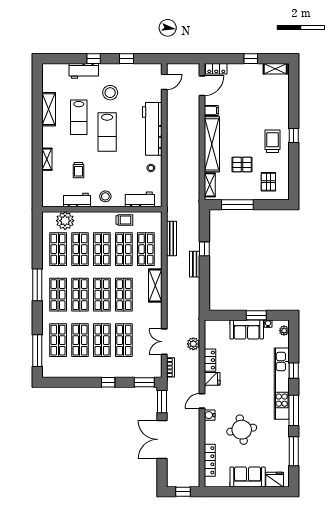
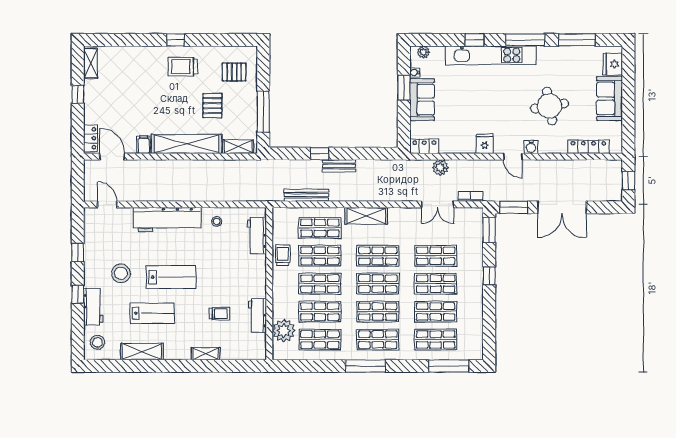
stool: (105, 196) -> (97, 342), moved
locker: (210, 360) -> (424, 146), moved

